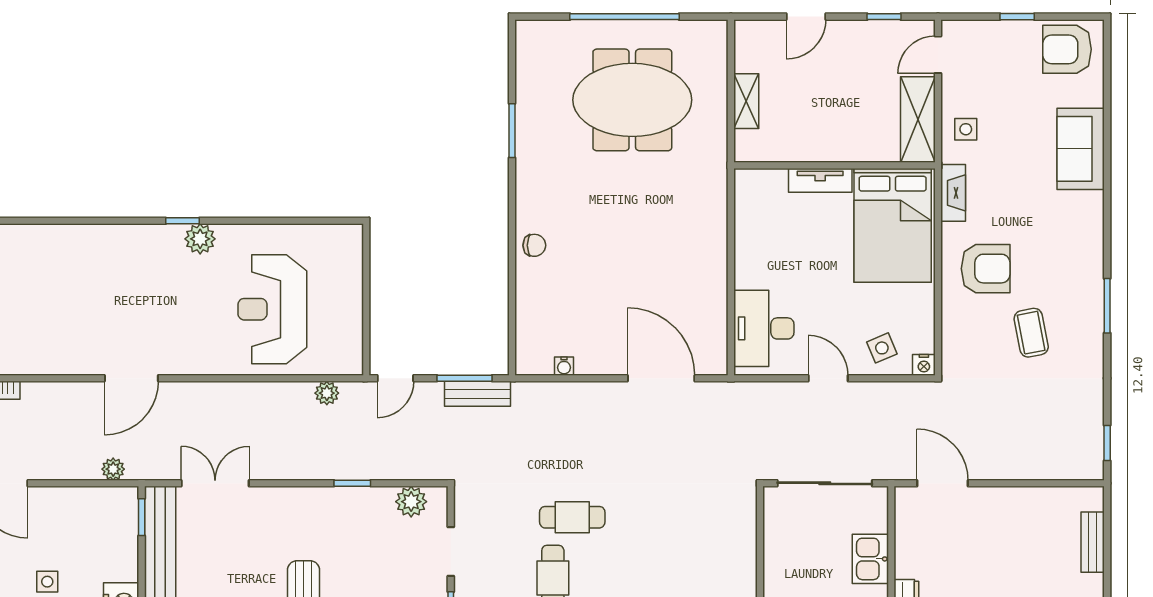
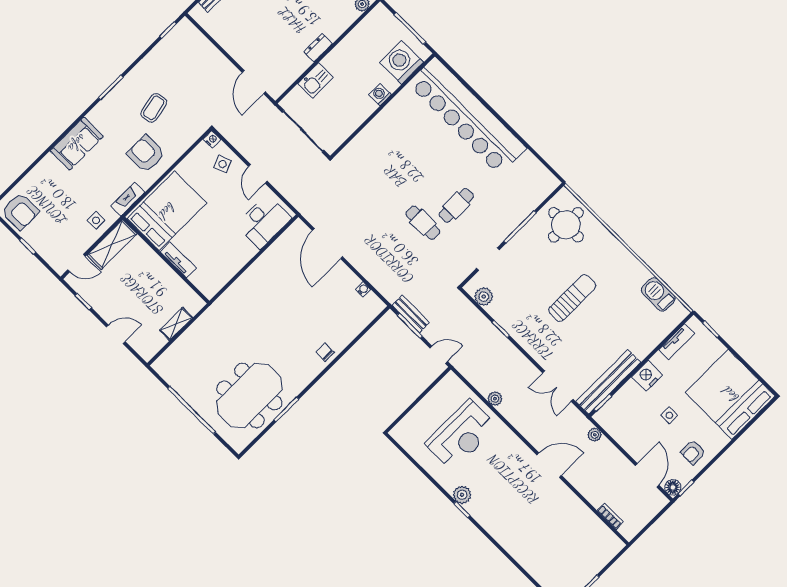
meeting table: (632, 100) -> (249, 395), moved, turned 90
sofa: (1081, 149) -> (77, 144), moved
plant: (327, 393) -> (495, 399), moved

